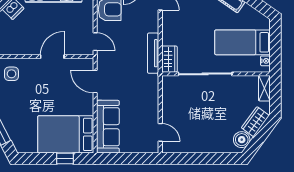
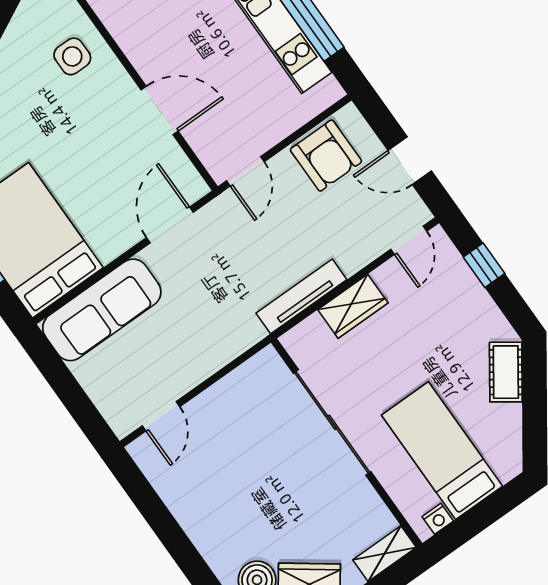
wardrobe: (169, 59) -> (353, 306), moved

